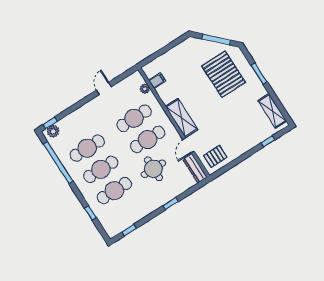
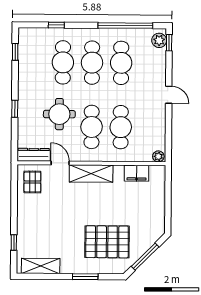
filing cabinet: (157, 81) -> (137, 173), width x2.00
door: (104, 88) -> (169, 95), moved
plant: (145, 89) -> (158, 156), moved

